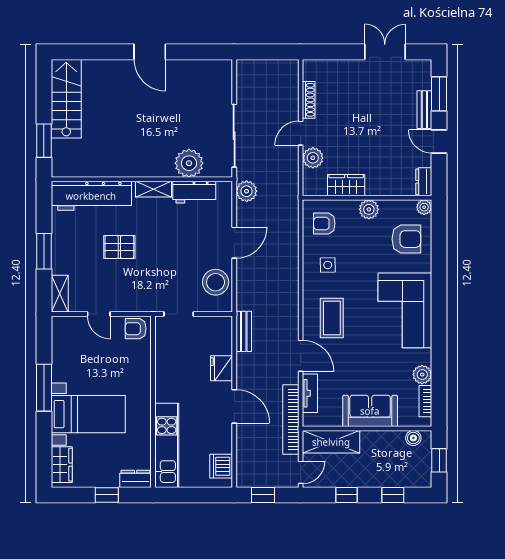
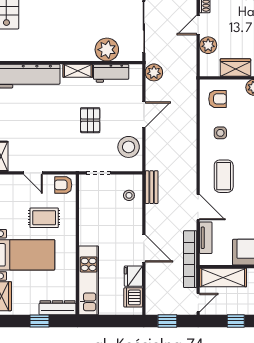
armchair: (324, 223) -> (218, 99), turned 180
pallet: (119, 247) -> (90, 120), moved, turned 90
stool: (216, 341) -> (129, 195), added
fridge: (221, 368) -> (133, 276), moved
rug: (112, 369) -> (44, 218), added
dresser: (136, 479) -> (58, 308), width x1.44

